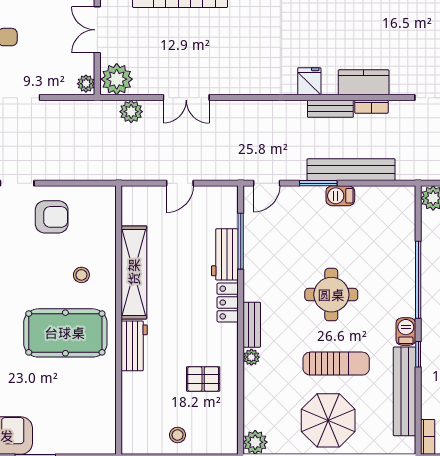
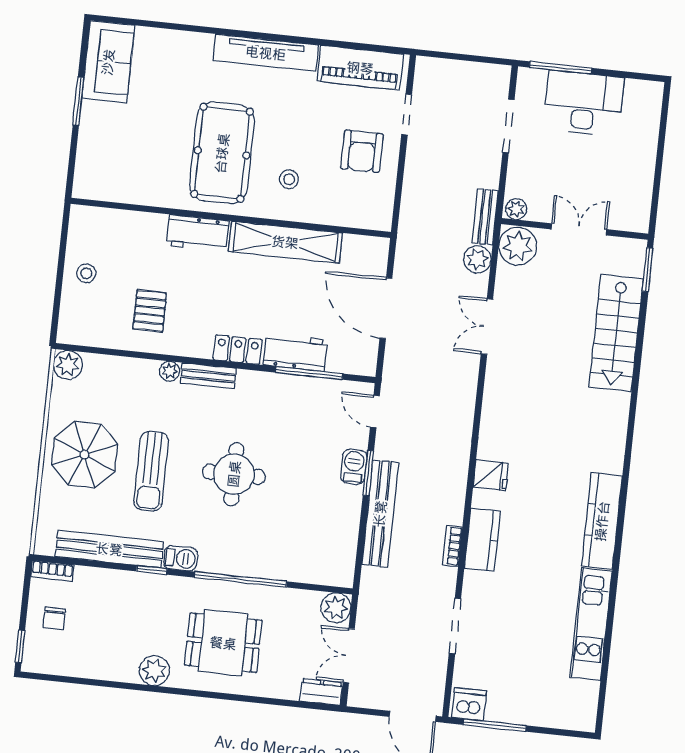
bench: (330, 109) -> (485, 217), moved
door: (180, 183) -> (386, 308), width x1.87
barbecue: (340, 196) -> (354, 467), moved

